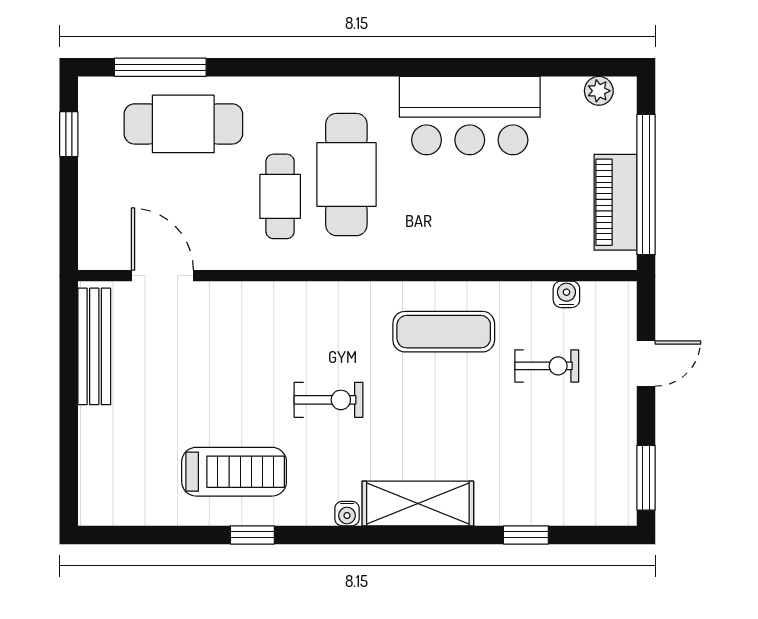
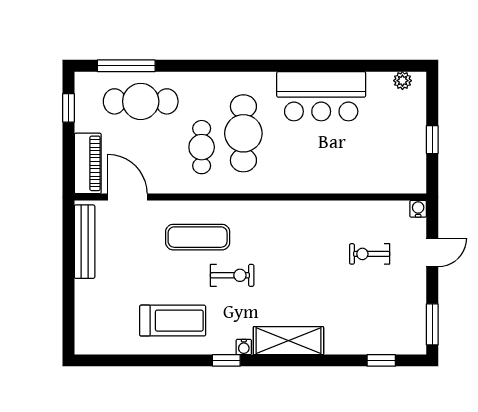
window: (646, 185) -> (432, 140), width x0.32
piano: (615, 202) -> (88, 163), moved, turned 180
water cooler: (566, 294) -> (418, 209), moved
exercise mat: (444, 332) -> (198, 237), moved
exercise bike: (547, 366) -> (370, 254), turned 180
window: (252, 535) -> (226, 360), moved
window: (526, 535) -> (381, 360), moved

